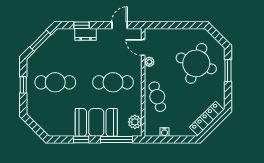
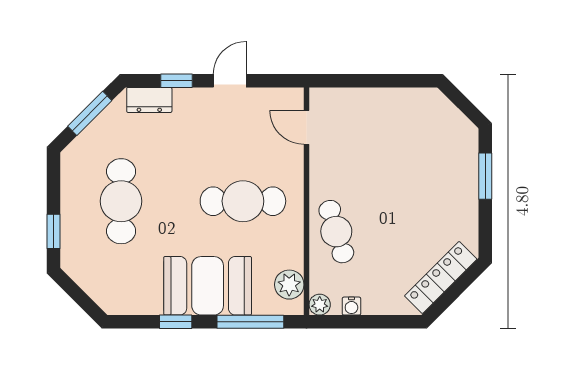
door: (120, 25) -> (230, 81), moved
dresser: (86, 34) -> (149, 100), moved
plant: (149, 62) -> (320, 305), moved
round table: (196, 63) -> (418, 161), removed
cafe table: (55, 82) -> (121, 201), turned 90
window: (23, 85) -> (53, 231), moved

